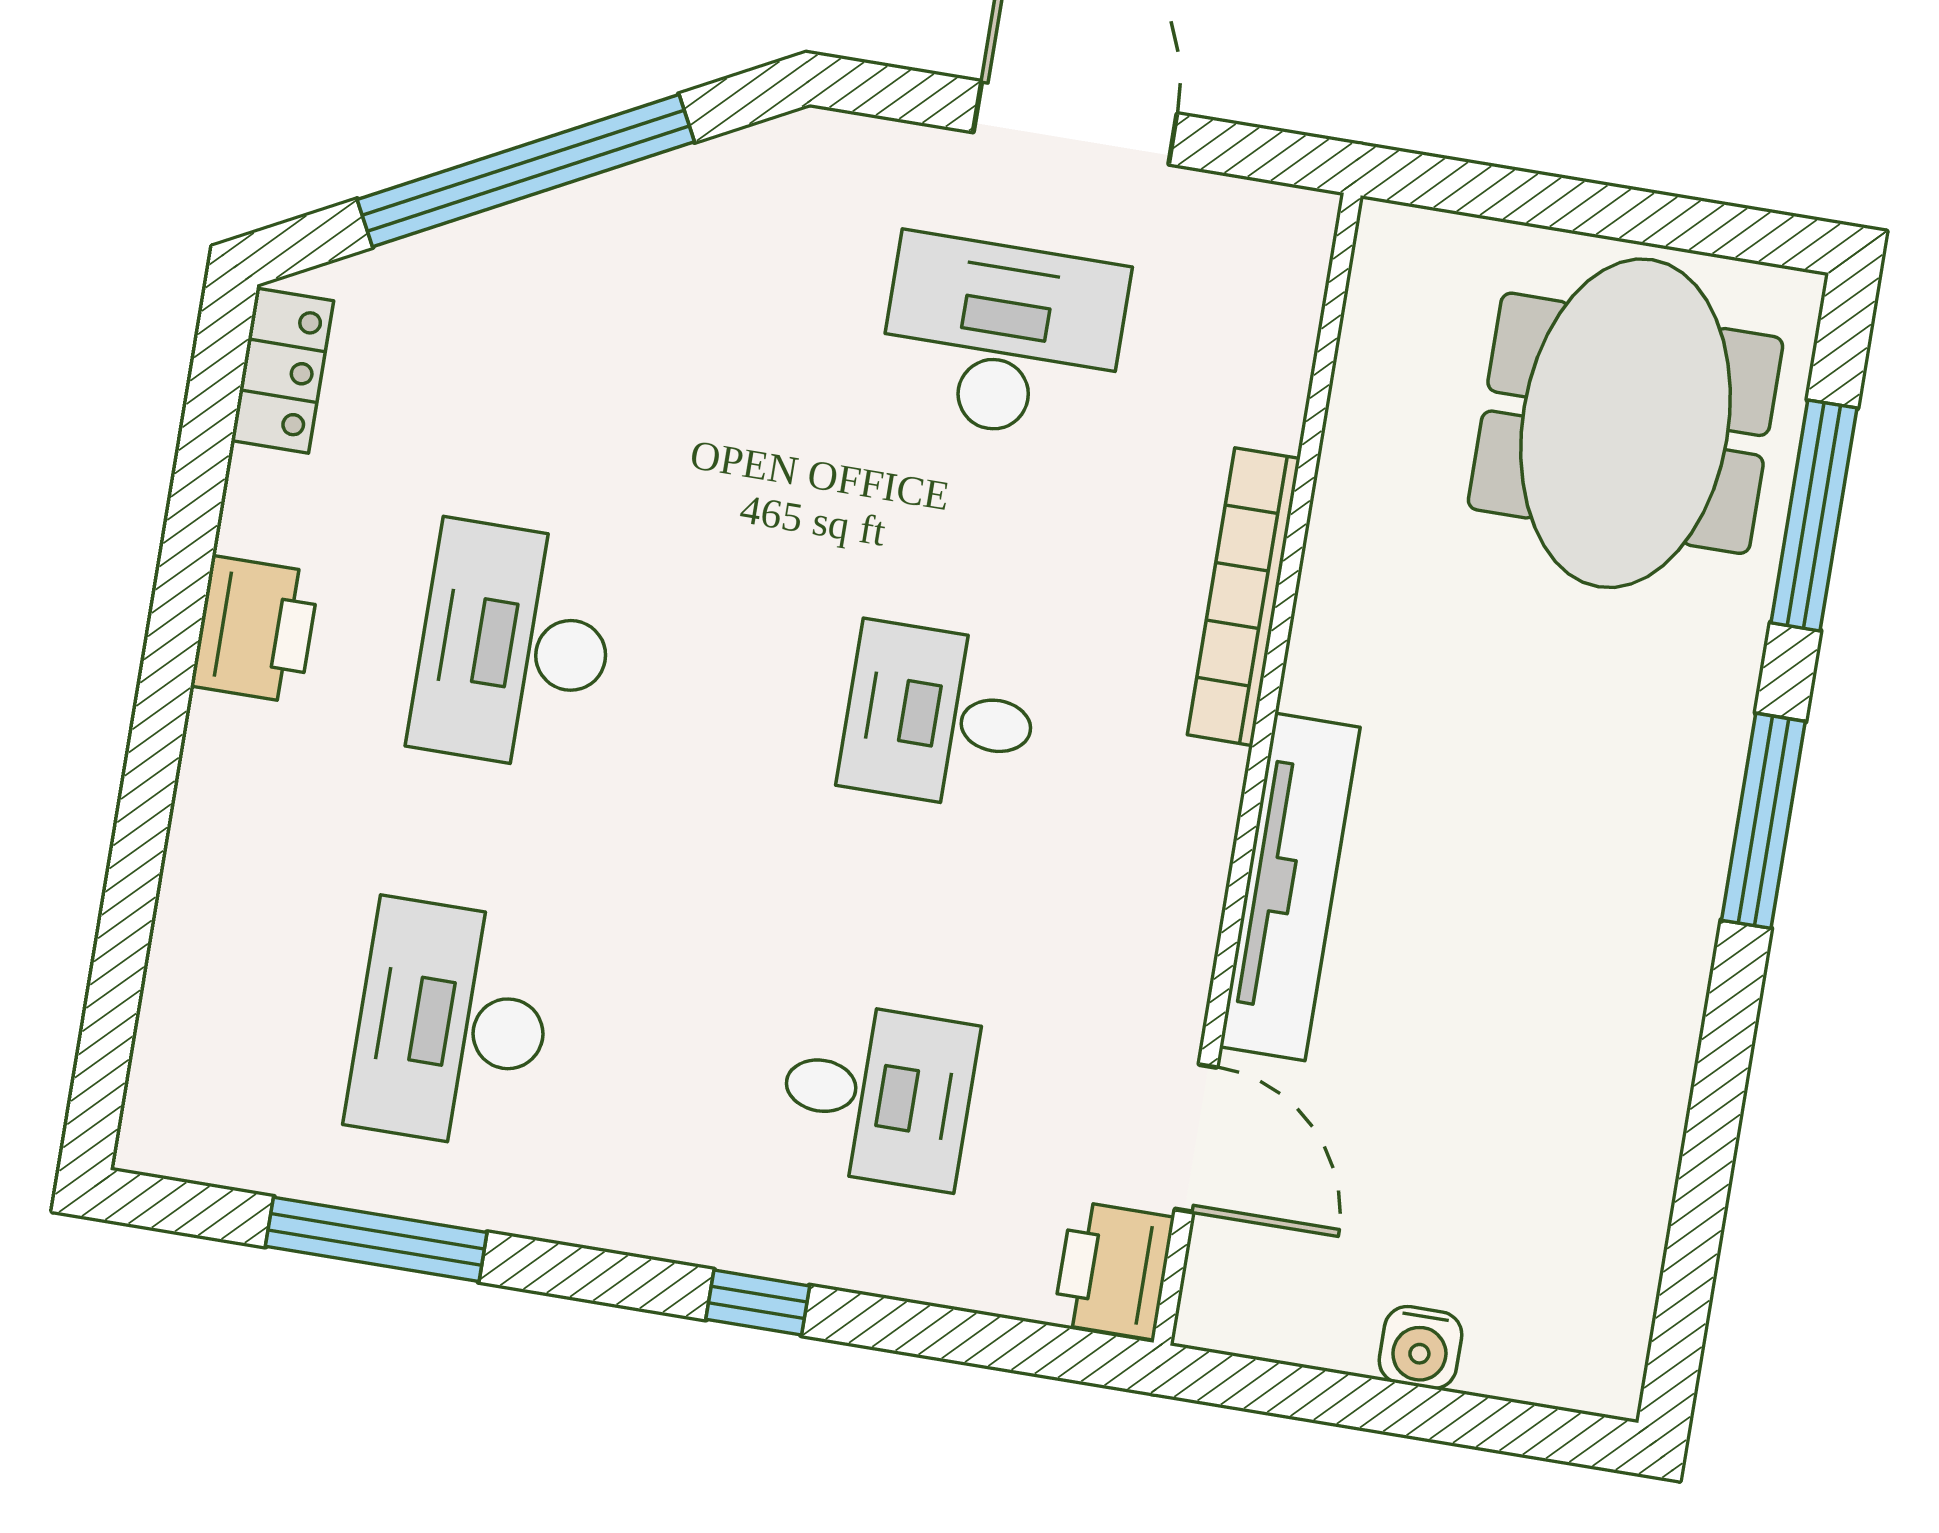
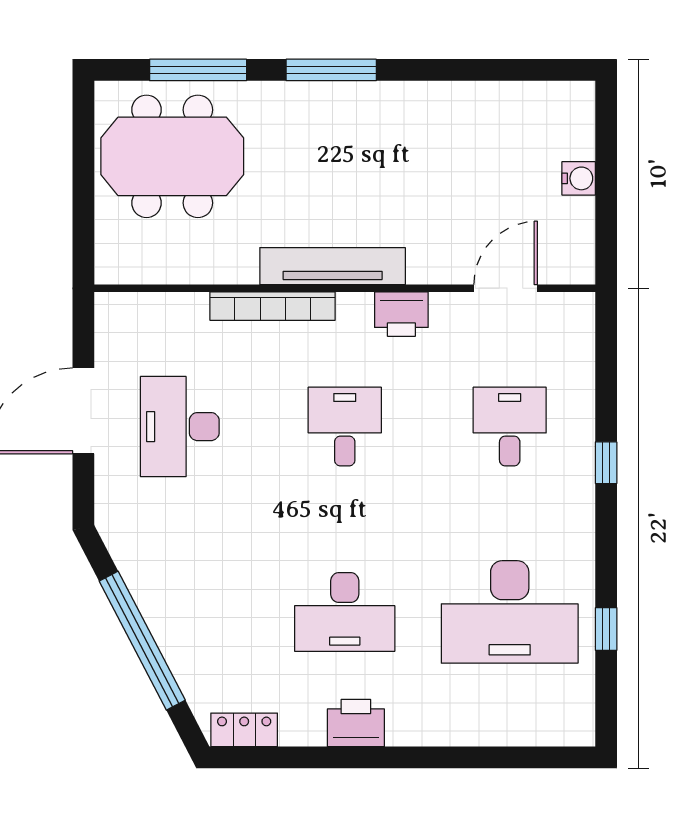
desk: (940, 717) -> (345, 427), turned 180
tv unit: (1290, 887) -> (333, 266), moved
desk: (452, 1025) -> (510, 612), width x1.36, depth x1.30
window: (376, 1239) -> (606, 629), width x0.46
printer: (1113, 1270) -> (401, 314), moved

